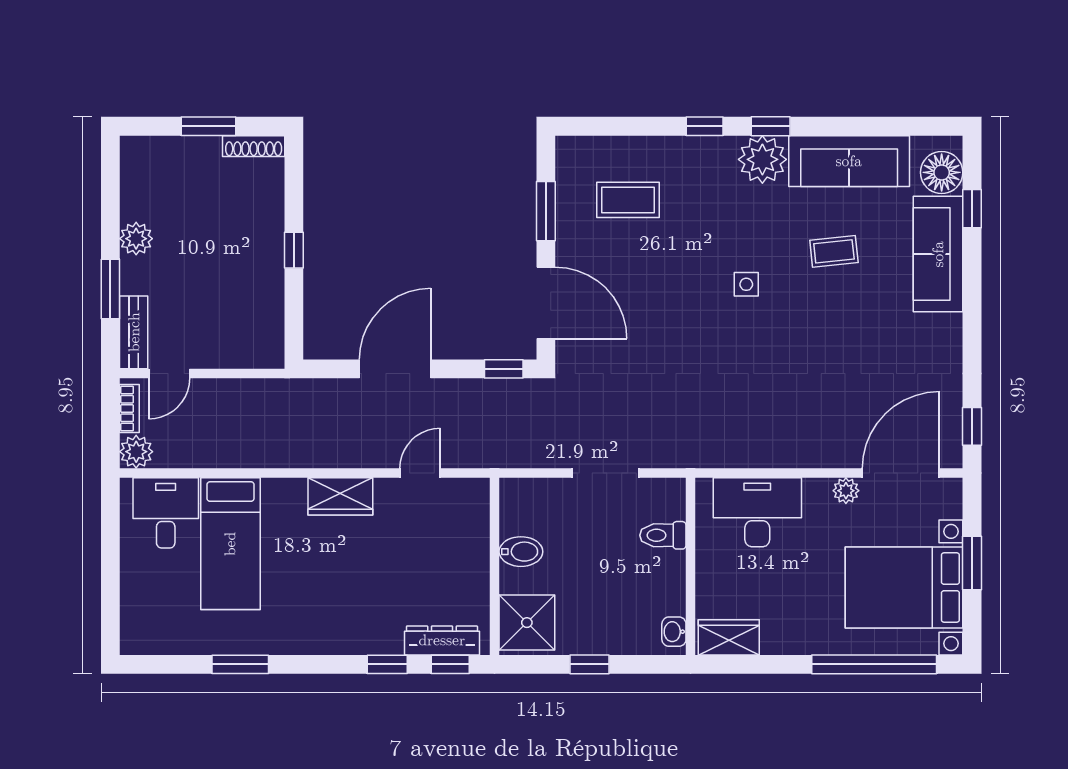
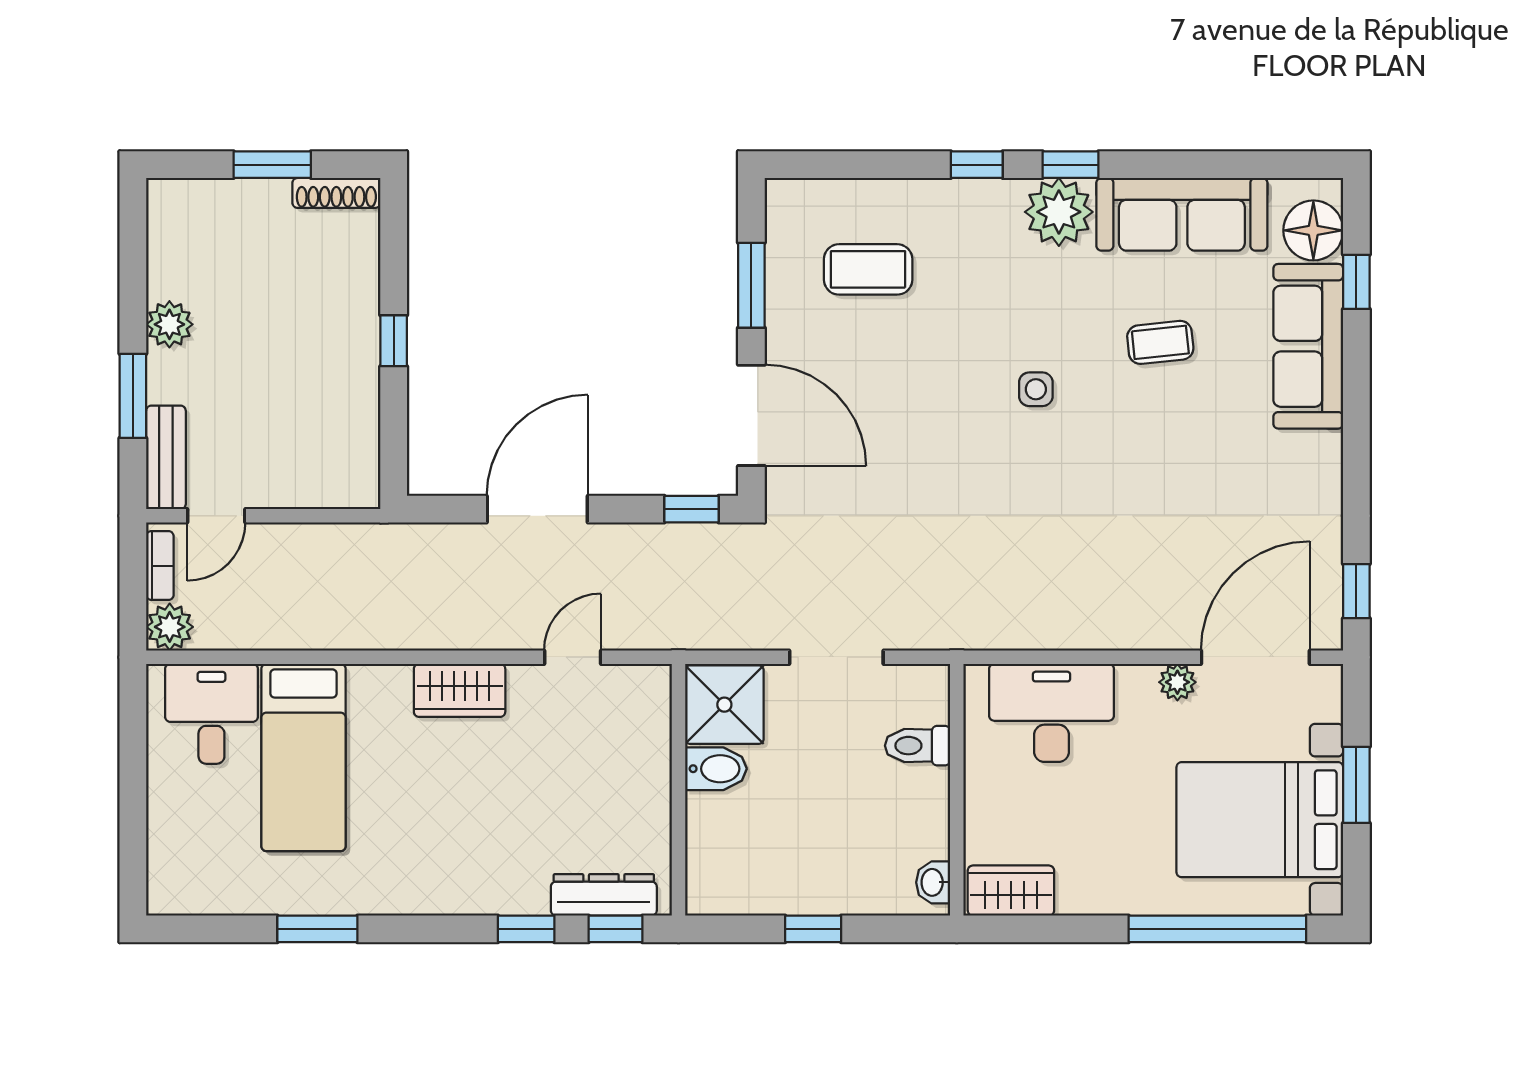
shower: (527, 623) -> (724, 705), moved

